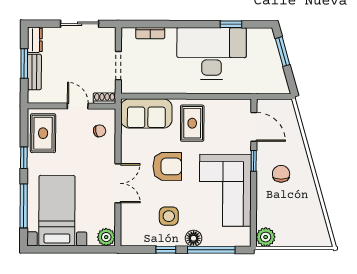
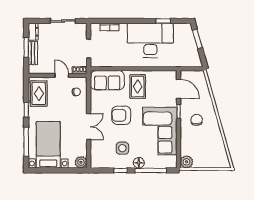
armchair: (167, 166) -> (121, 115), turned 180

